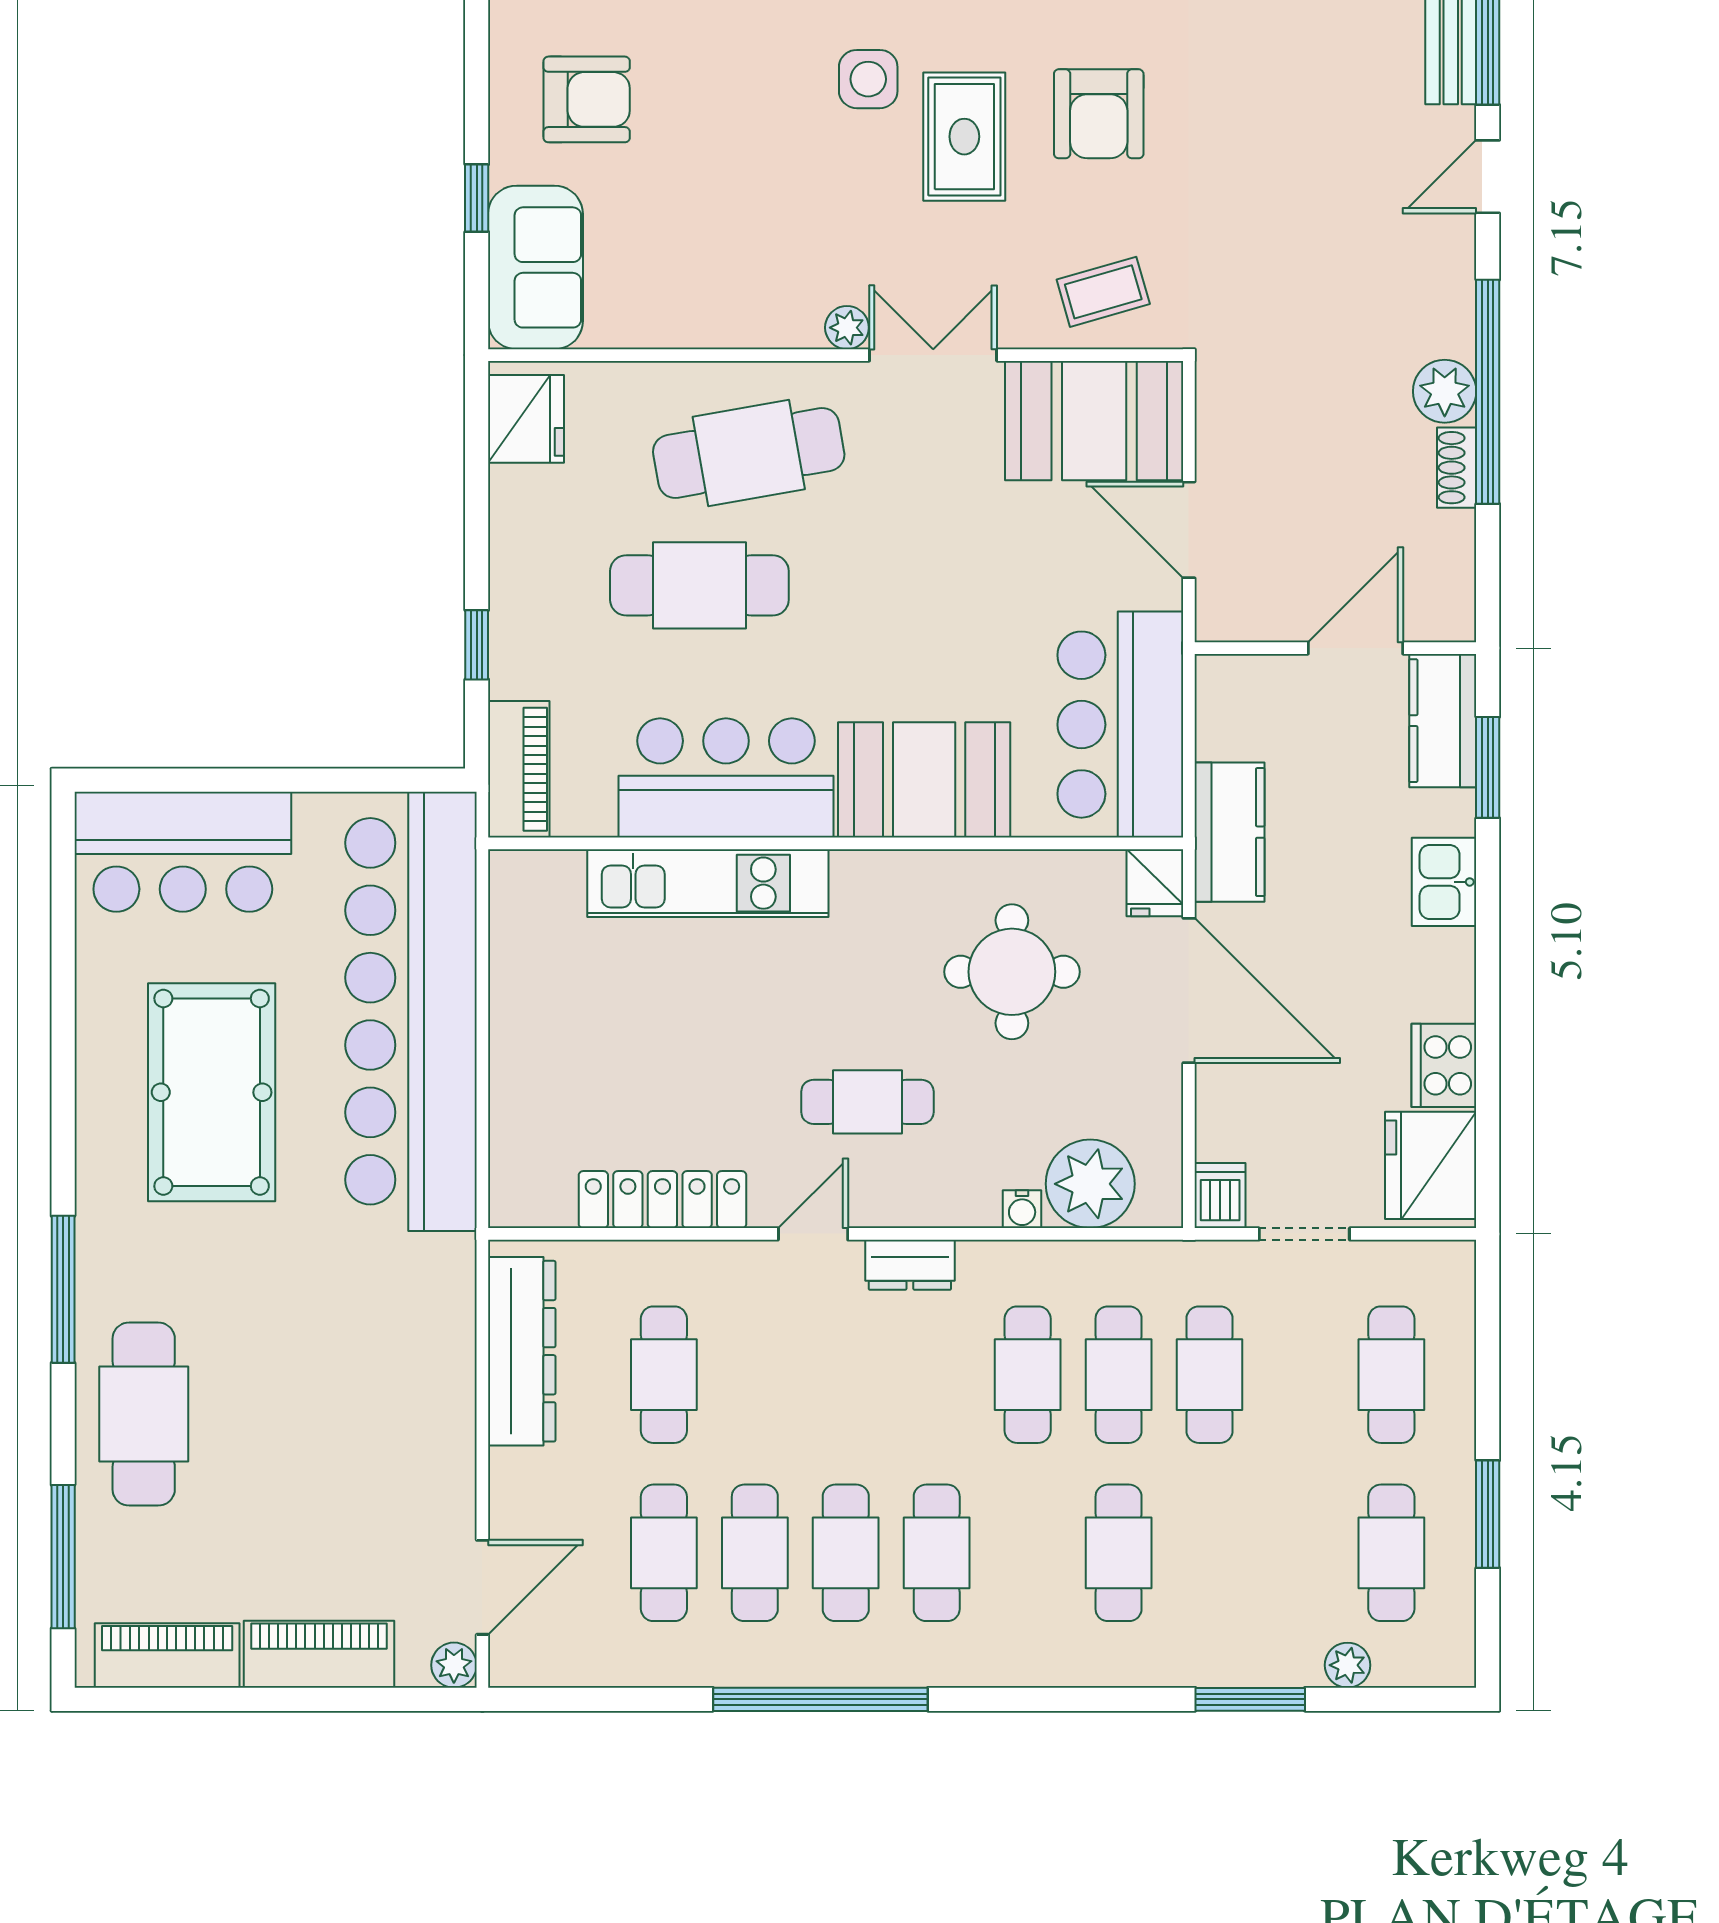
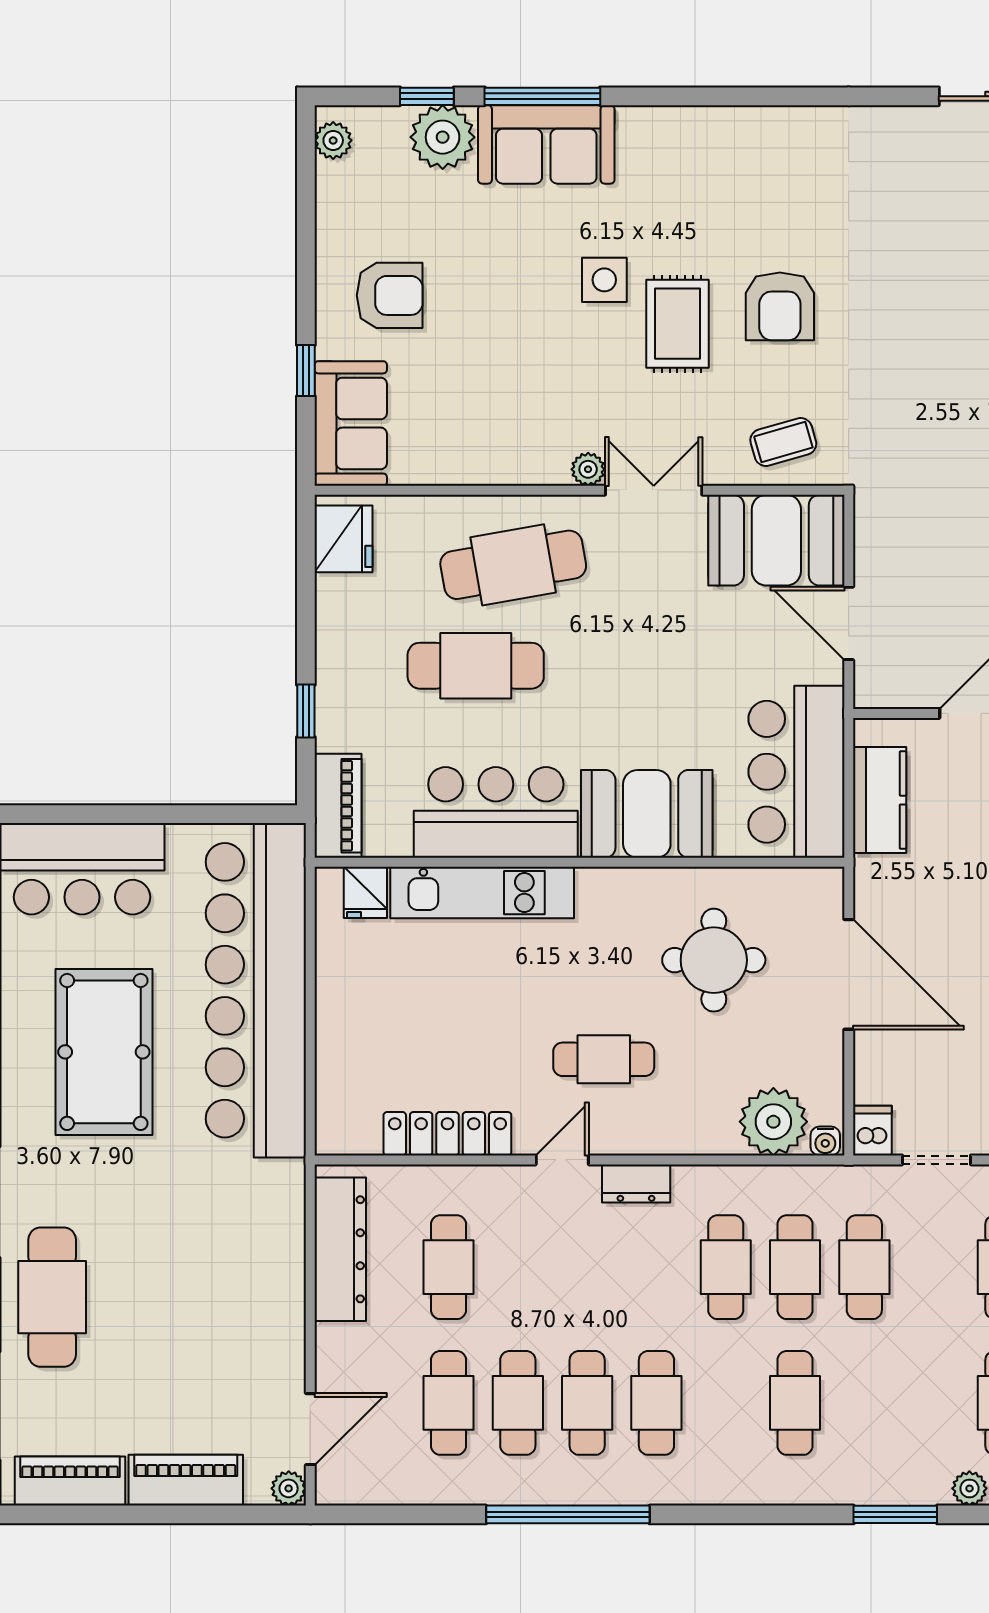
kitchen counter: (1230, 832) -> (880, 800), moved
fridge: (1155, 883) -> (365, 892), moved
water cooler: (1022, 1209) -> (825, 1141), moved

